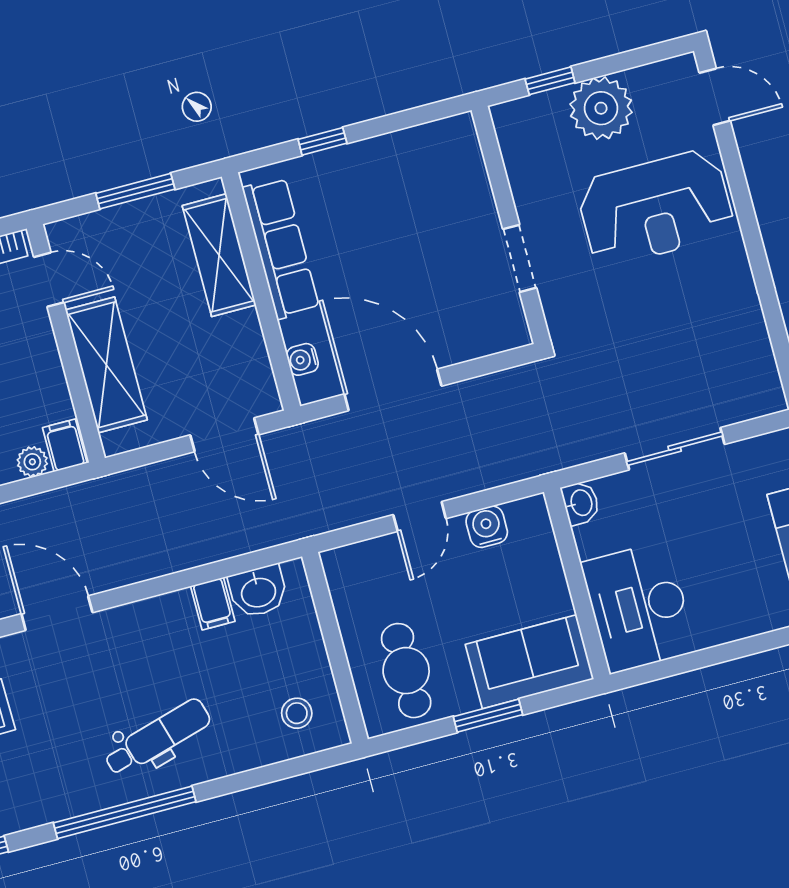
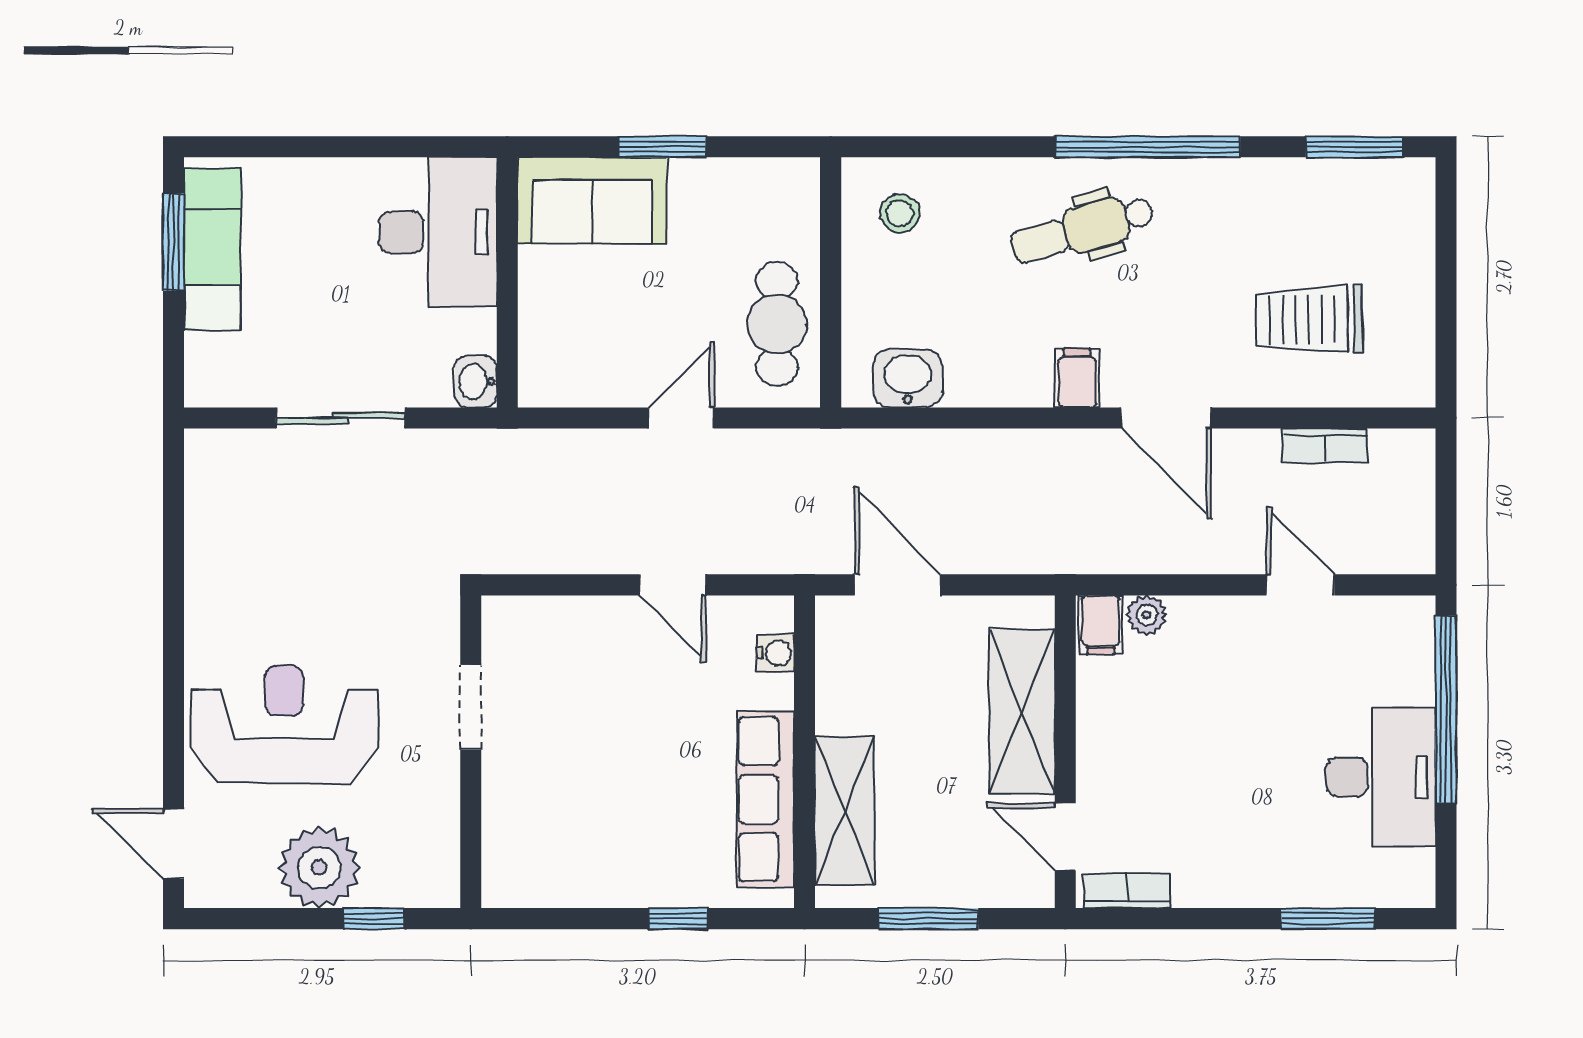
door: (393, 390) -> (673, 585), width x0.53
water cooler: (487, 527) -> (601, 383), removed
filing cabinet: (213, 604) -> (1077, 378), moved
cafe table: (406, 671) -> (777, 324), moved

